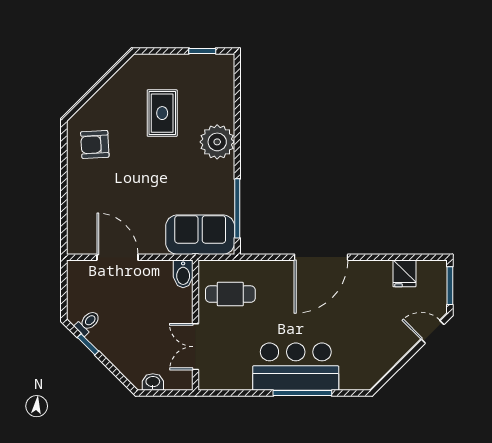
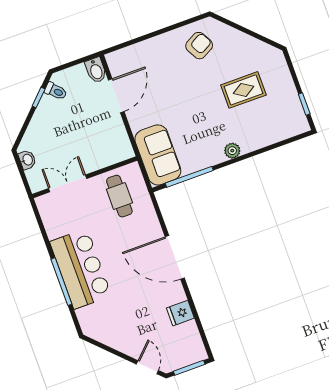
plant: (217, 142) -> (232, 151), width x0.53, depth x0.53
armchair: (95, 144) -> (199, 46), turned 64
fridge: (404, 273) -> (180, 313), moved
bidet: (183, 274) -> (96, 70), moved, turned -90

